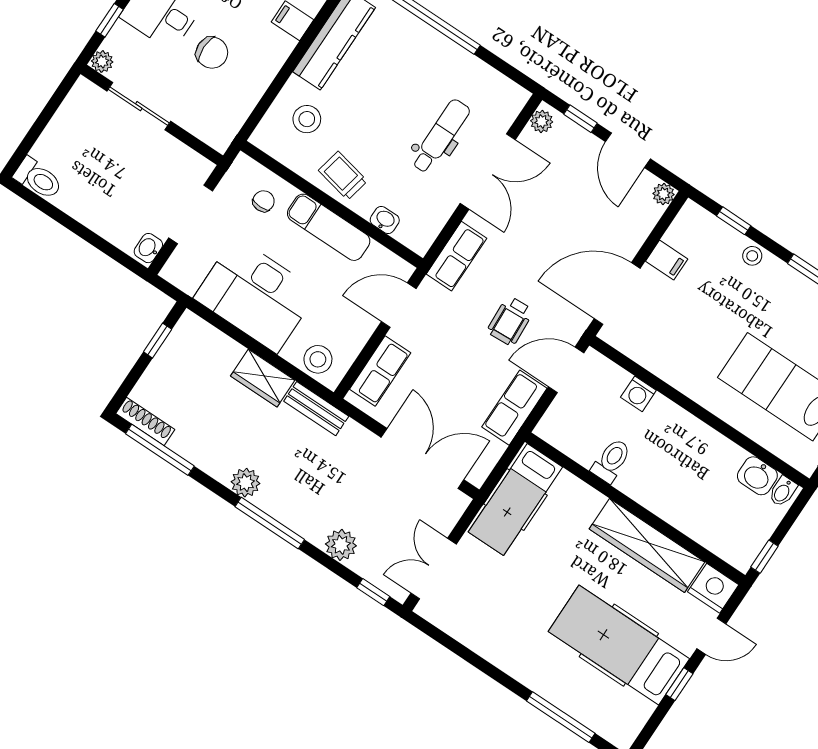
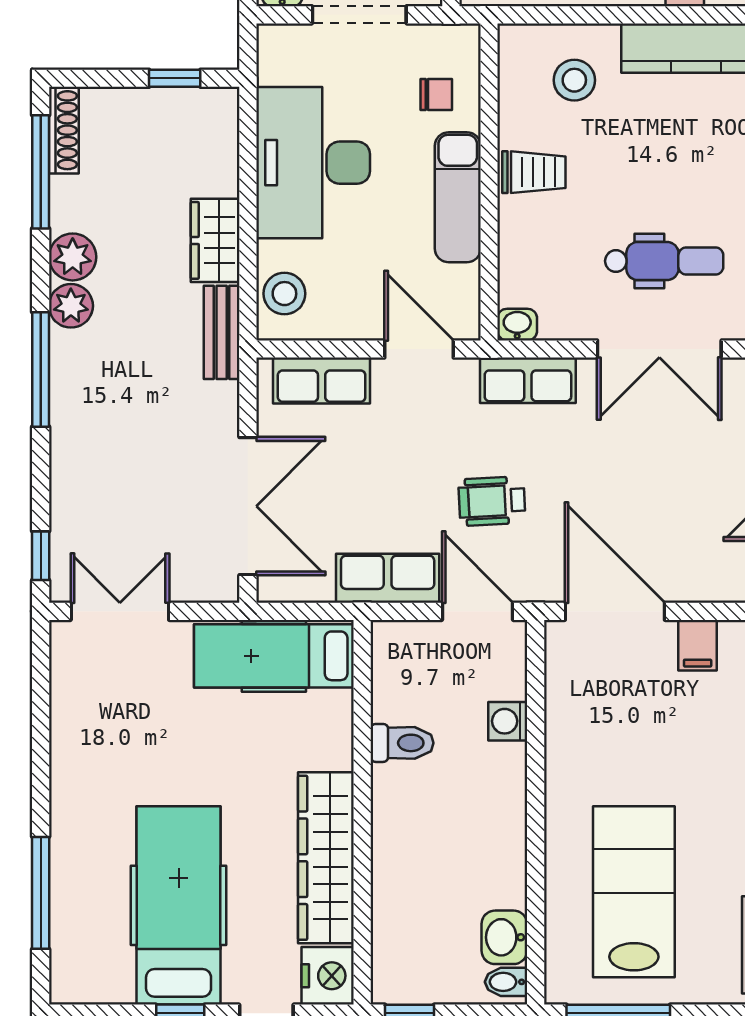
trolley: (343, 176) -> (534, 172), turned 78
washbasin: (385, 220) -> (517, 325), moved, turned -90
plant: (341, 545) -> (73, 257), moved

